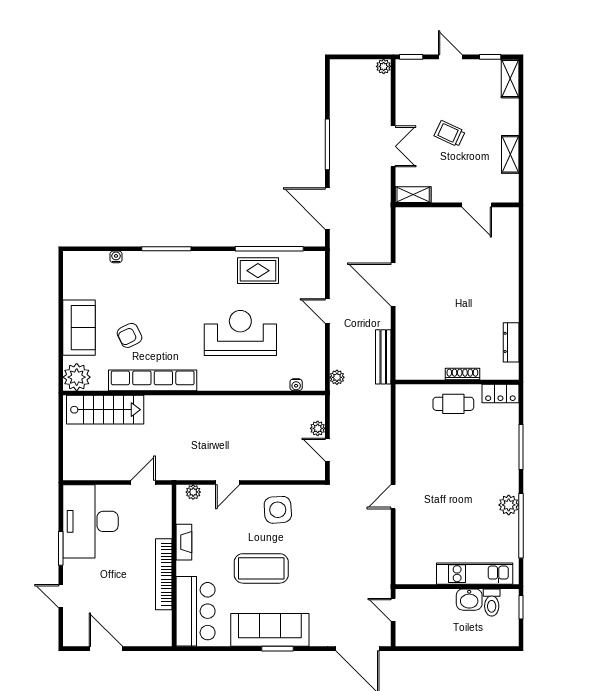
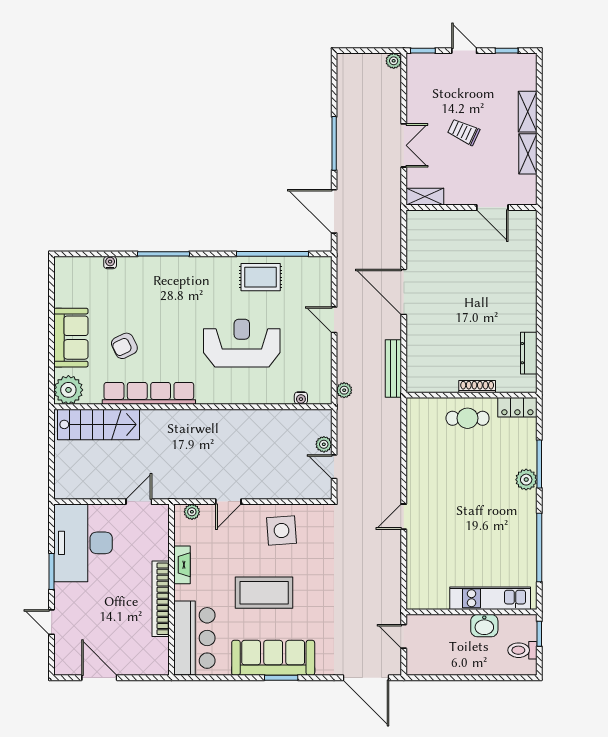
shelving: (510, 78) -> (528, 112), moved
plant: (509, 505) -> (526, 480), moved
toilet: (492, 602) -> (522, 650), moved, turned 90

